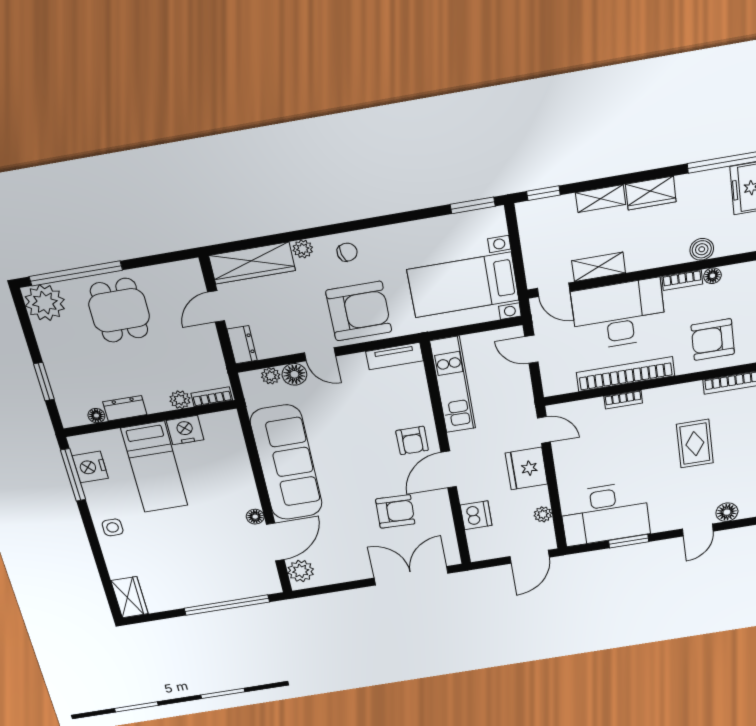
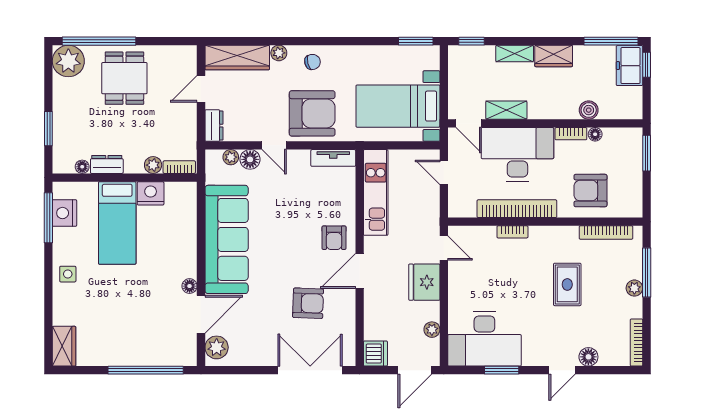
dishwasher: (476, 515) -> (375, 354), moved

